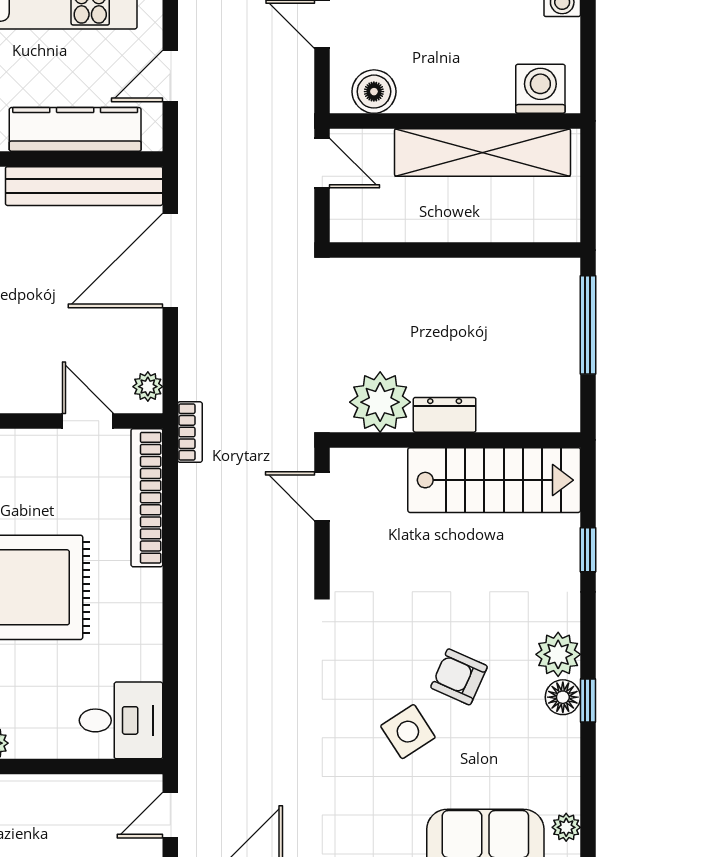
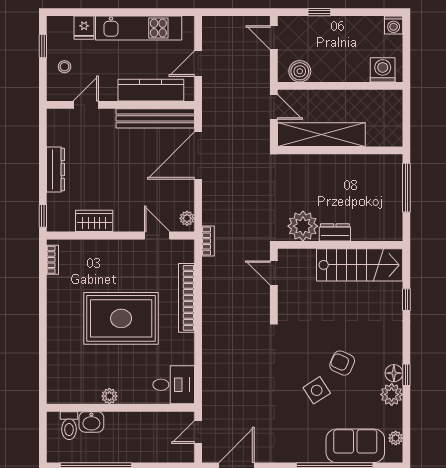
shelving: (482, 152) -> (321, 135), moved
bookcase: (147, 498) -> (187, 298), moved
plant: (558, 654) -> (392, 394), moved

